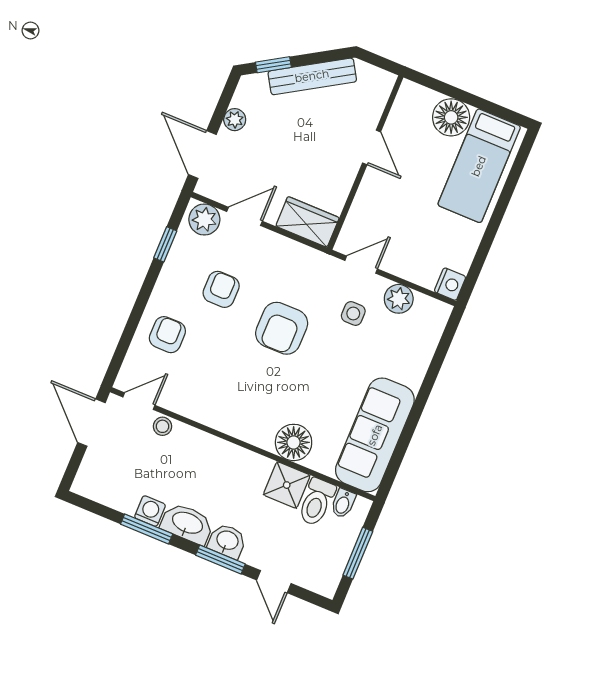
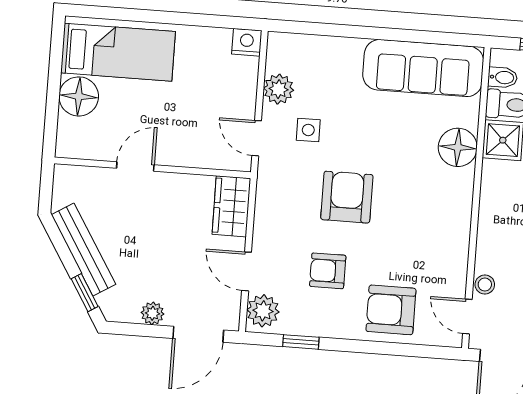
armchair: (282, 328) -> (347, 197), turned -90
armchair: (167, 335) -> (391, 310), width x1.38, depth x1.38

